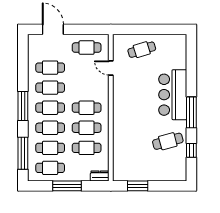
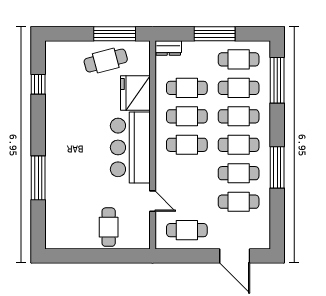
cafe table: (142, 50) -> (109, 227), turned -73
bar counter: (173, 95) -> (130, 147), moved, turned 180
window: (23, 106) -> (277, 167), moved
window: (191, 112) -> (38, 178), moved
cafe table: (168, 141) -> (106, 61), moved
fridge: (123, 144) -> (135, 93), added
window: (138, 186) -> (115, 34), width x1.44

